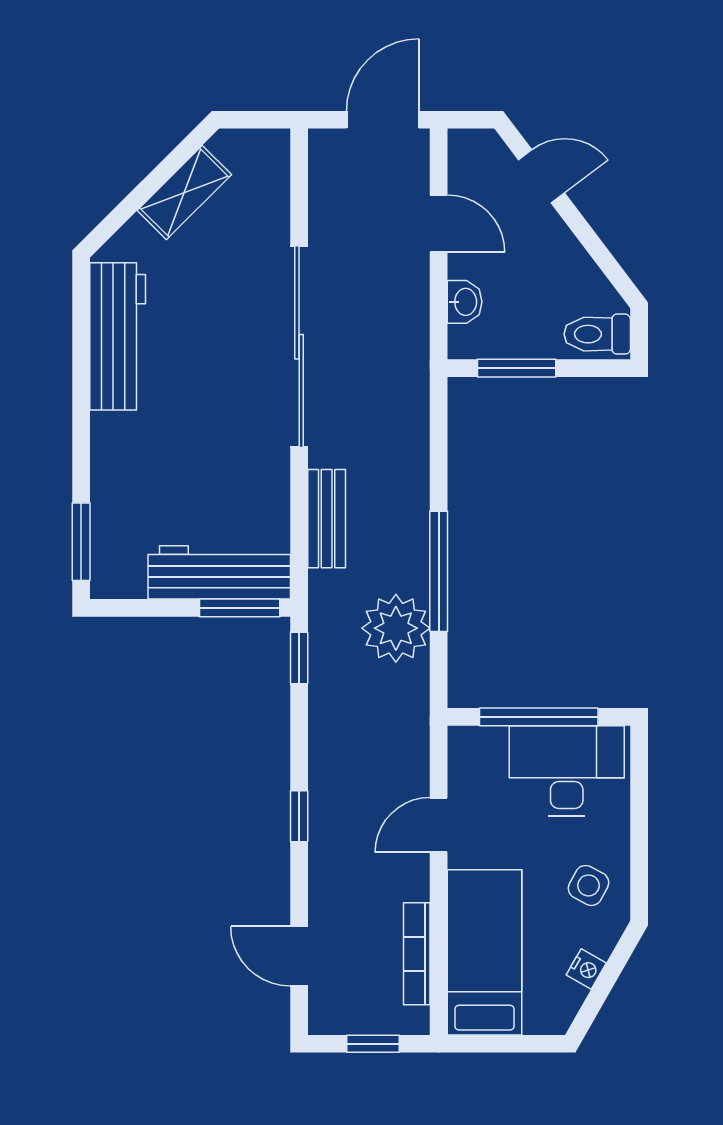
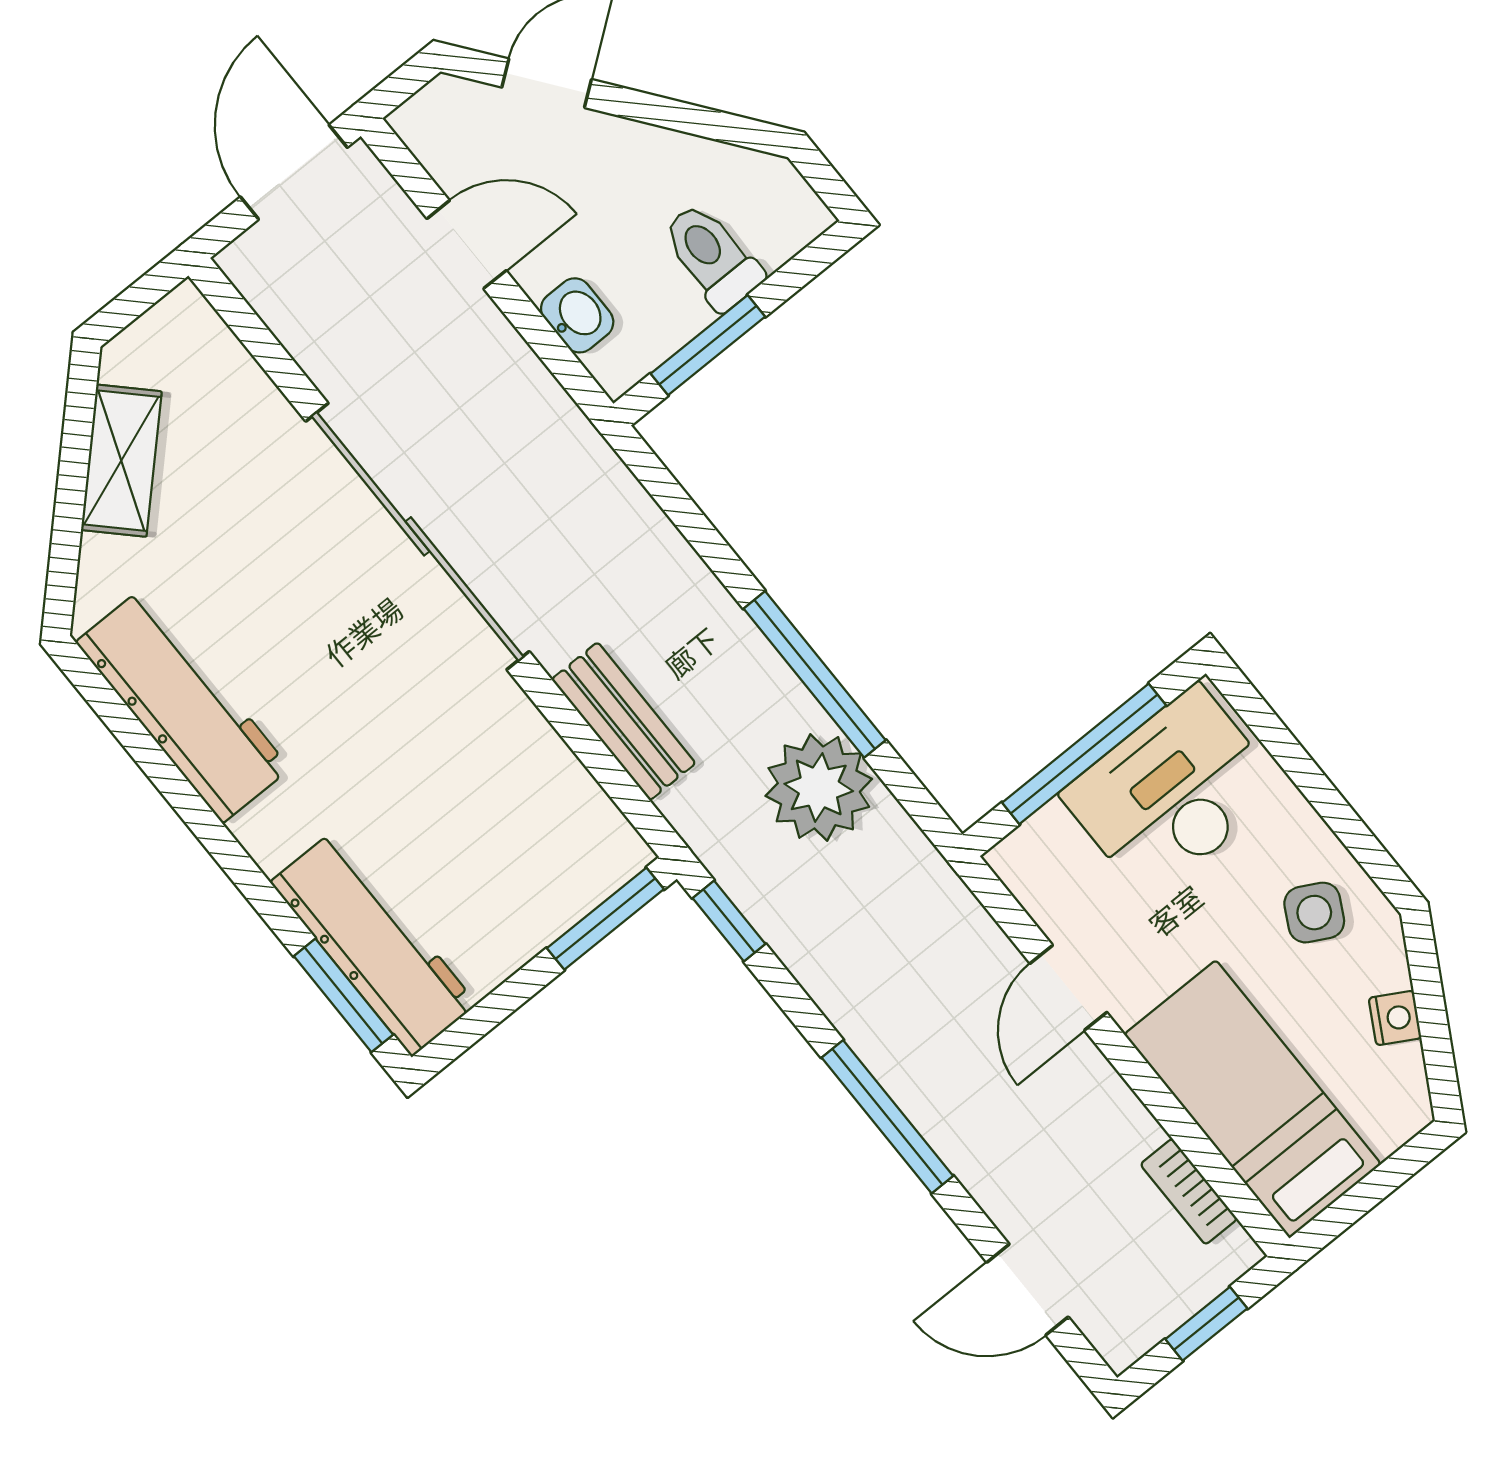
toilet: (597, 334) -> (712, 256), moved, turned 90
workbench: (219, 572) -> (374, 943), moved, turned 90
window: (299, 816) -> (887, 1117), width x2.17
bookcase: (417, 954) -> (1189, 1192), width x0.64

